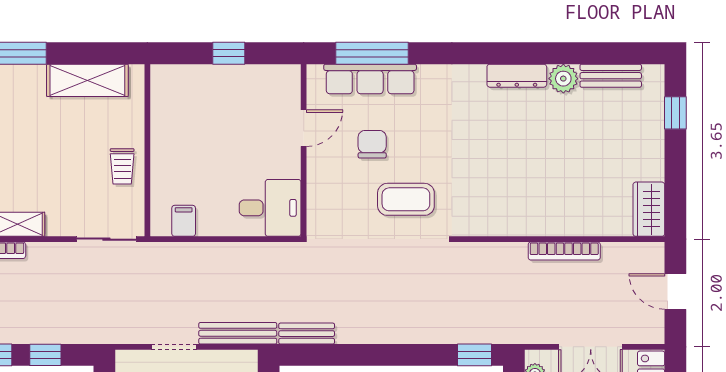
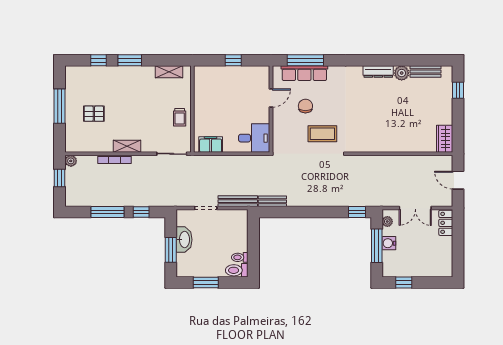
shelving: (87, 80) -> (169, 72), width x0.67, depth x0.75
filing cabinet: (184, 221) -> (211, 145), width x2.00
bookcase: (564, 251) -> (402, 160), removed

